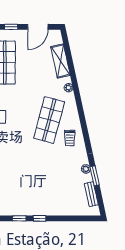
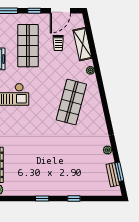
trolley: (70, 138) -> (58, 43), moved
window: (95, 176) -> (119, 172), moved
window: (40, 218) -> (74, 198), moved

